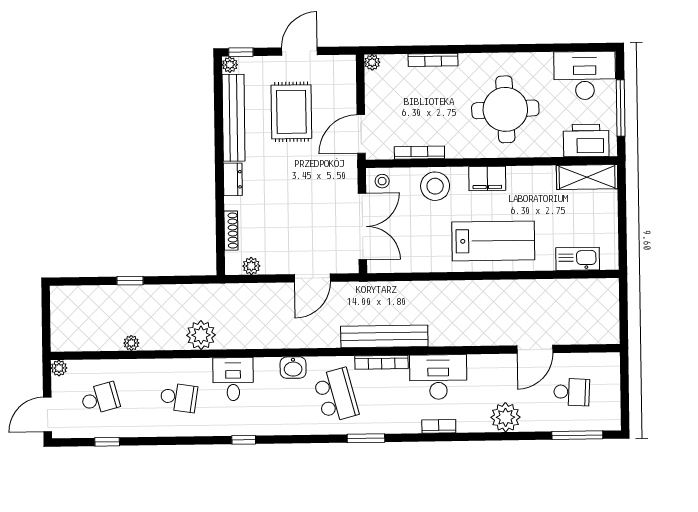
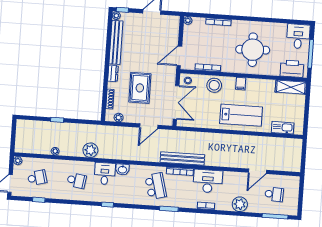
desk: (585, 75) -> (298, 36), width x0.73
rug: (291, 112) -> (140, 88), moved
filing cabinet: (487, 178) -> (241, 84), width x0.50
washbasin: (293, 368) -> (122, 169), moved

